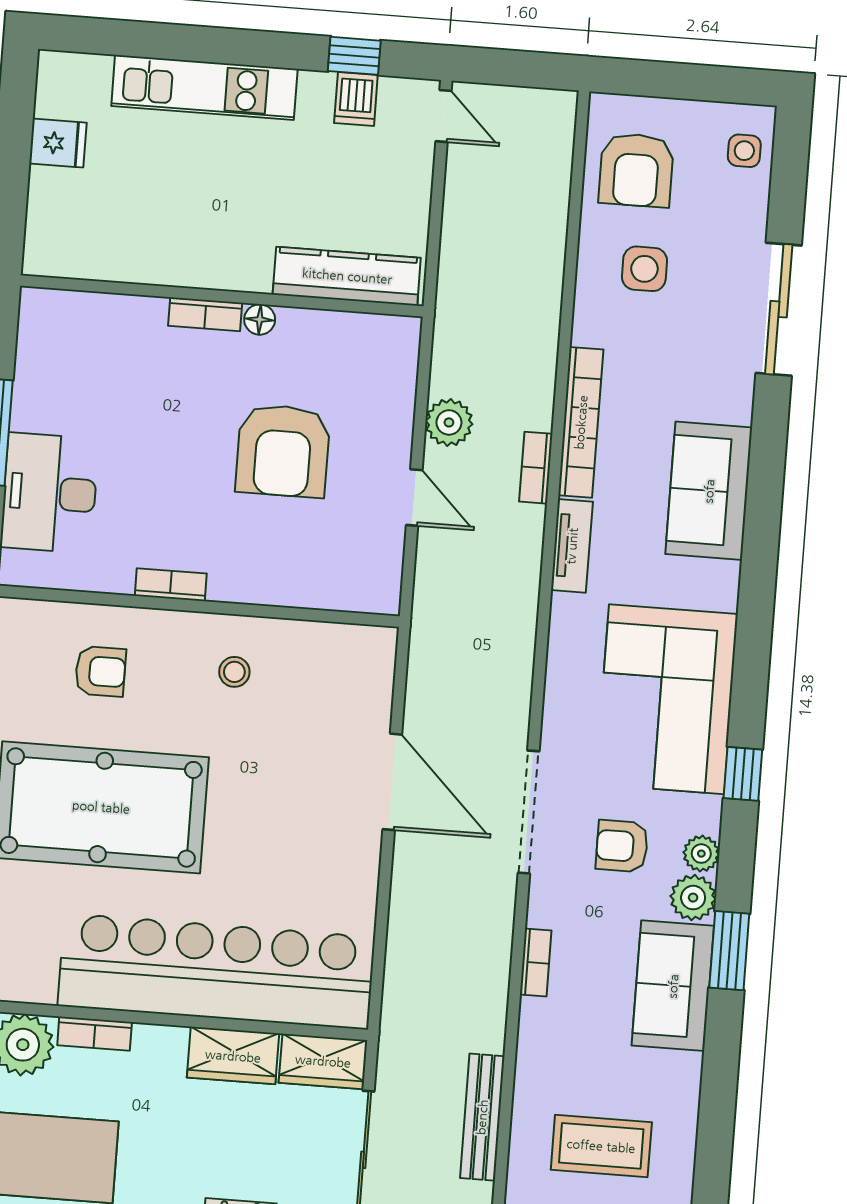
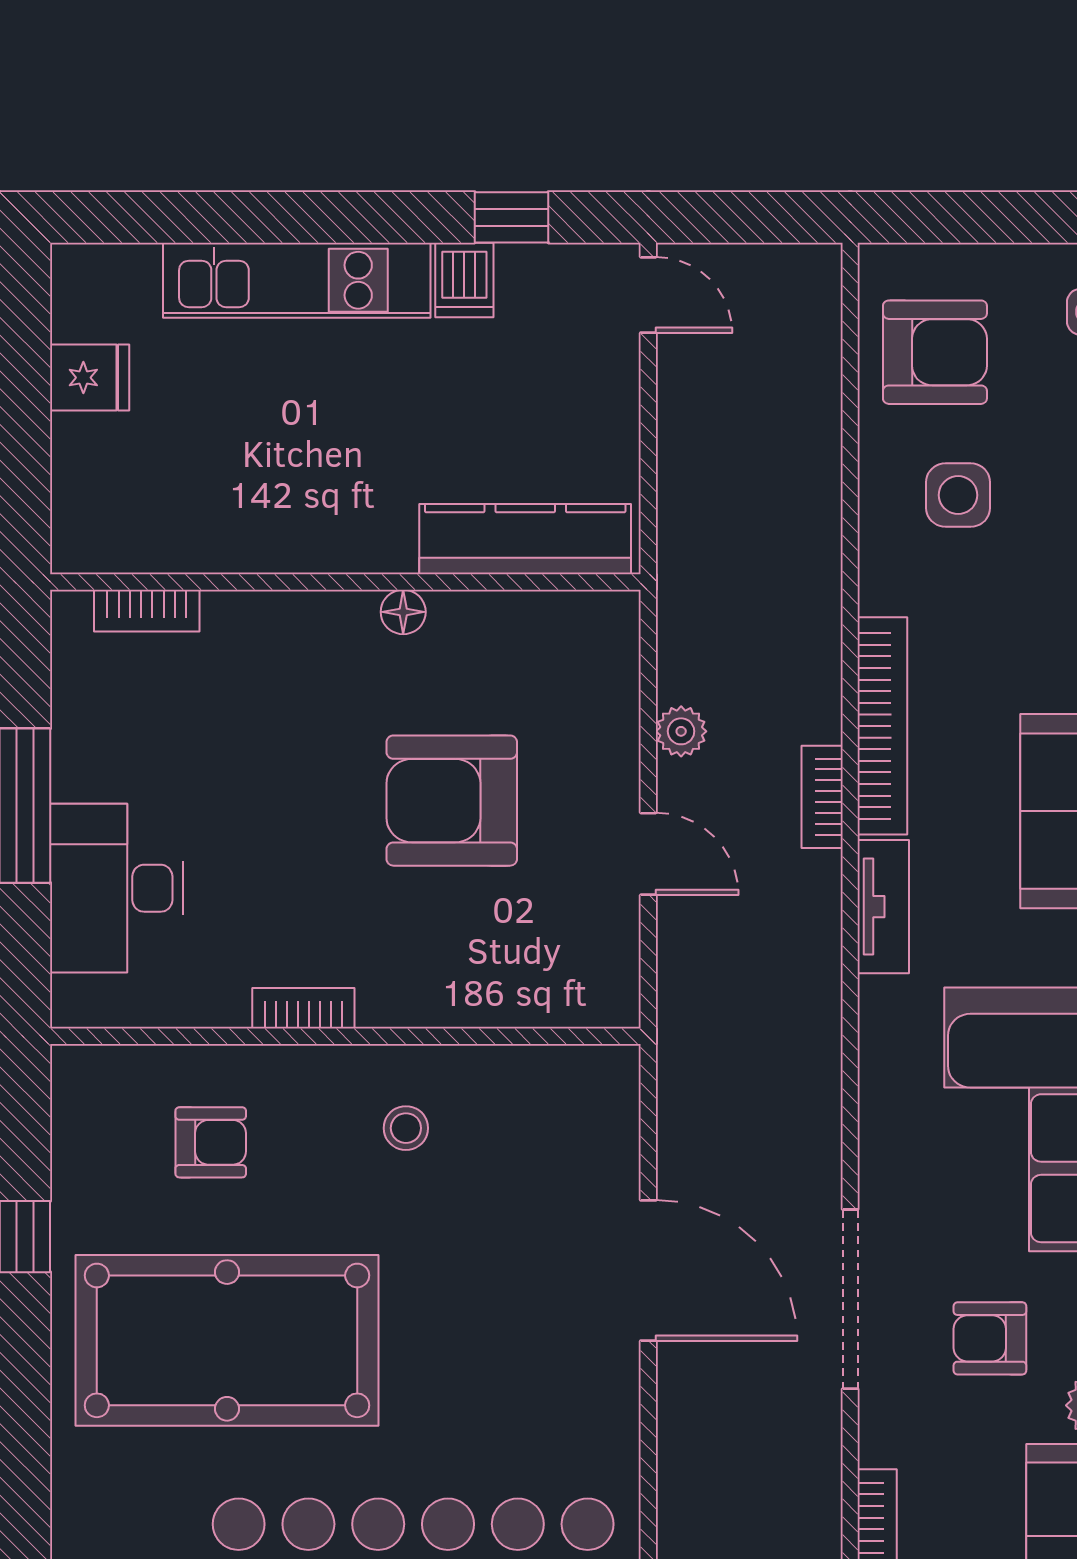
dishwasher: (356, 99) -> (464, 280), moved
armchair: (636, 170) -> (935, 352), turned -90
bookcase: (205, 314) -> (147, 611), moved
plant: (449, 422) -> (681, 731), width x0.73, depth x0.73
armchair: (283, 451) -> (452, 801), turned 90

